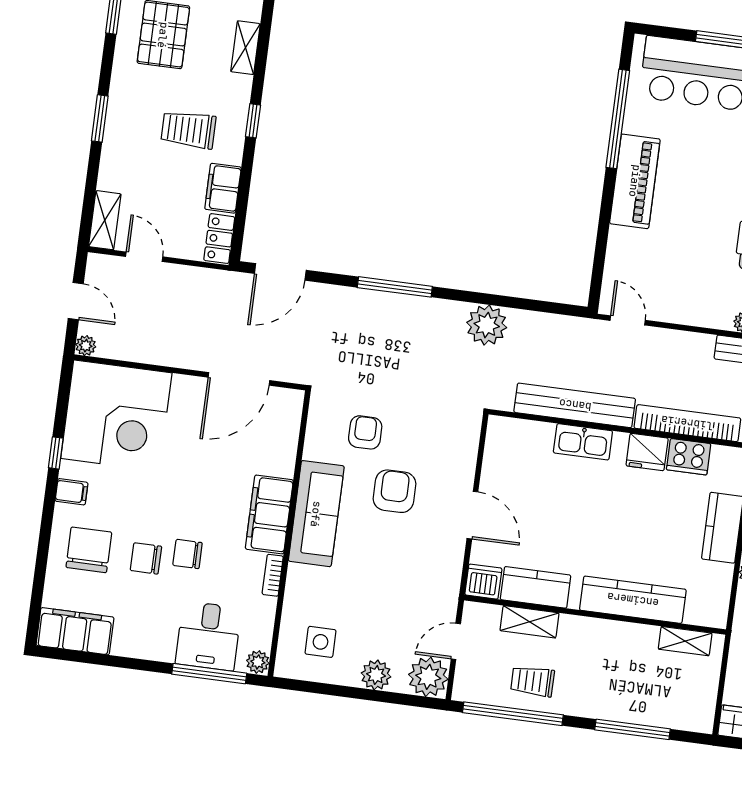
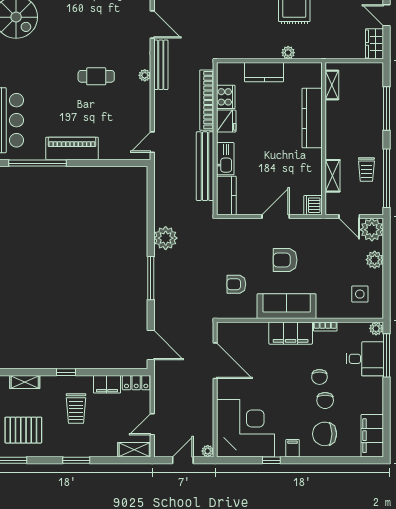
plant: (487, 325) -> (166, 238), moved
armchair: (394, 491) -> (285, 260), moved
kitchen counter: (536, 587) -> (226, 196), moved, turned 180

